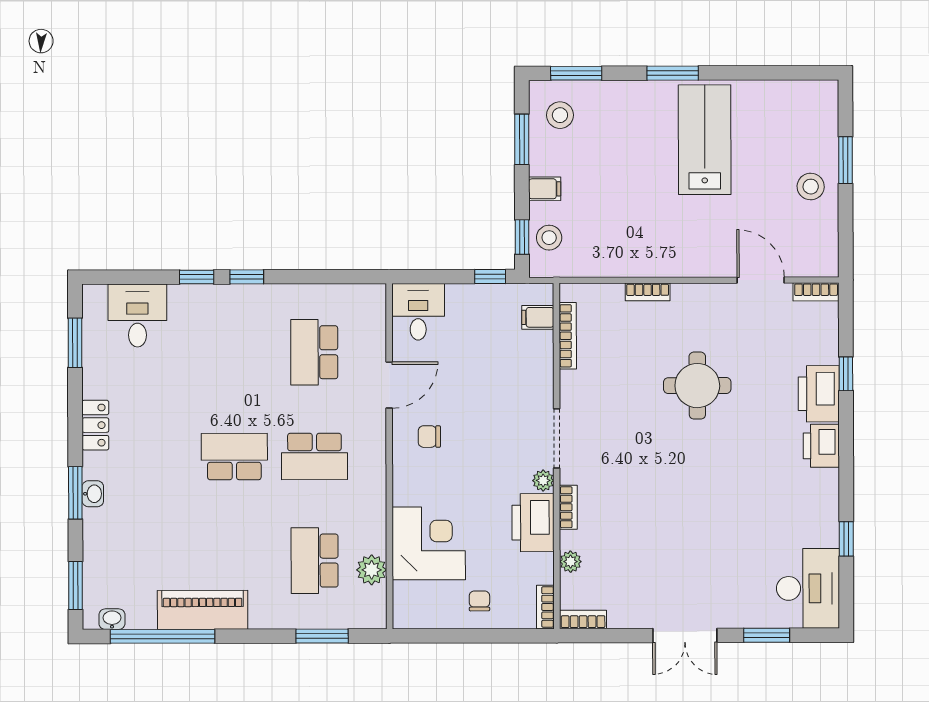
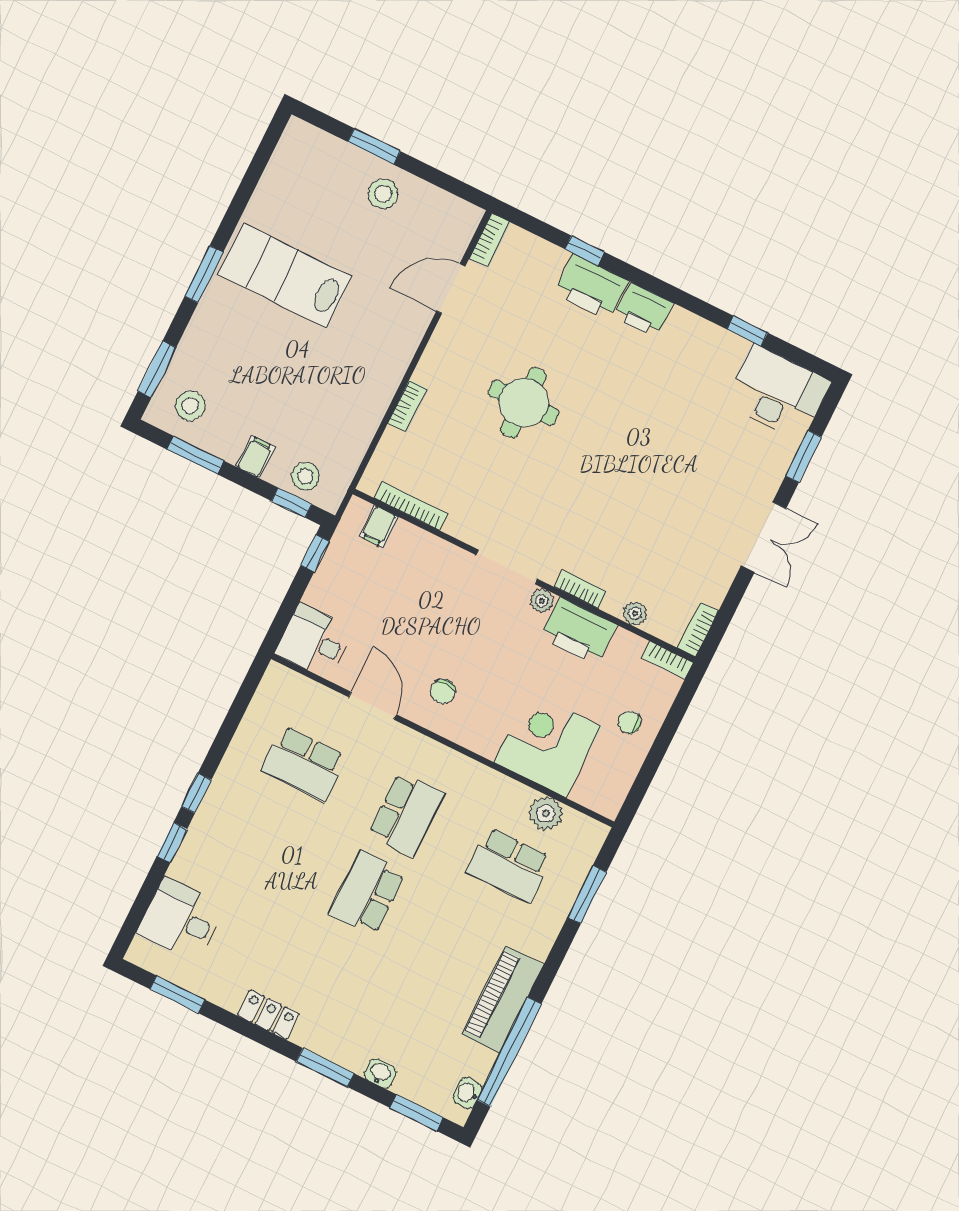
washbasin: (93, 494) -> (380, 1073), moved

